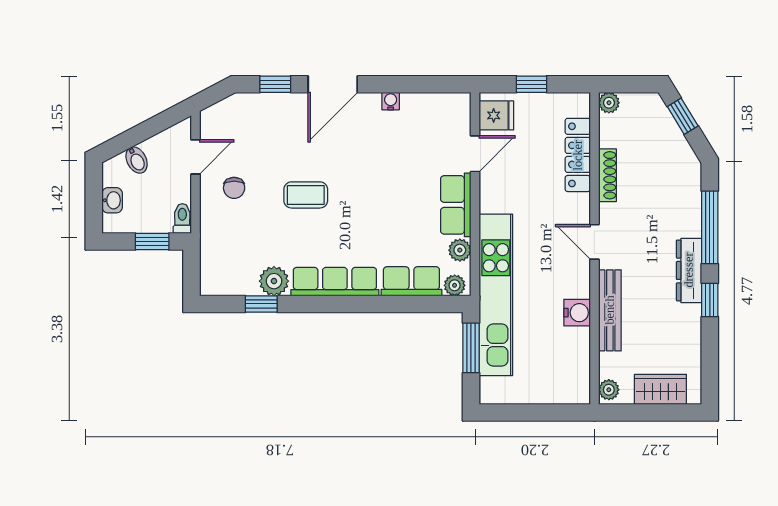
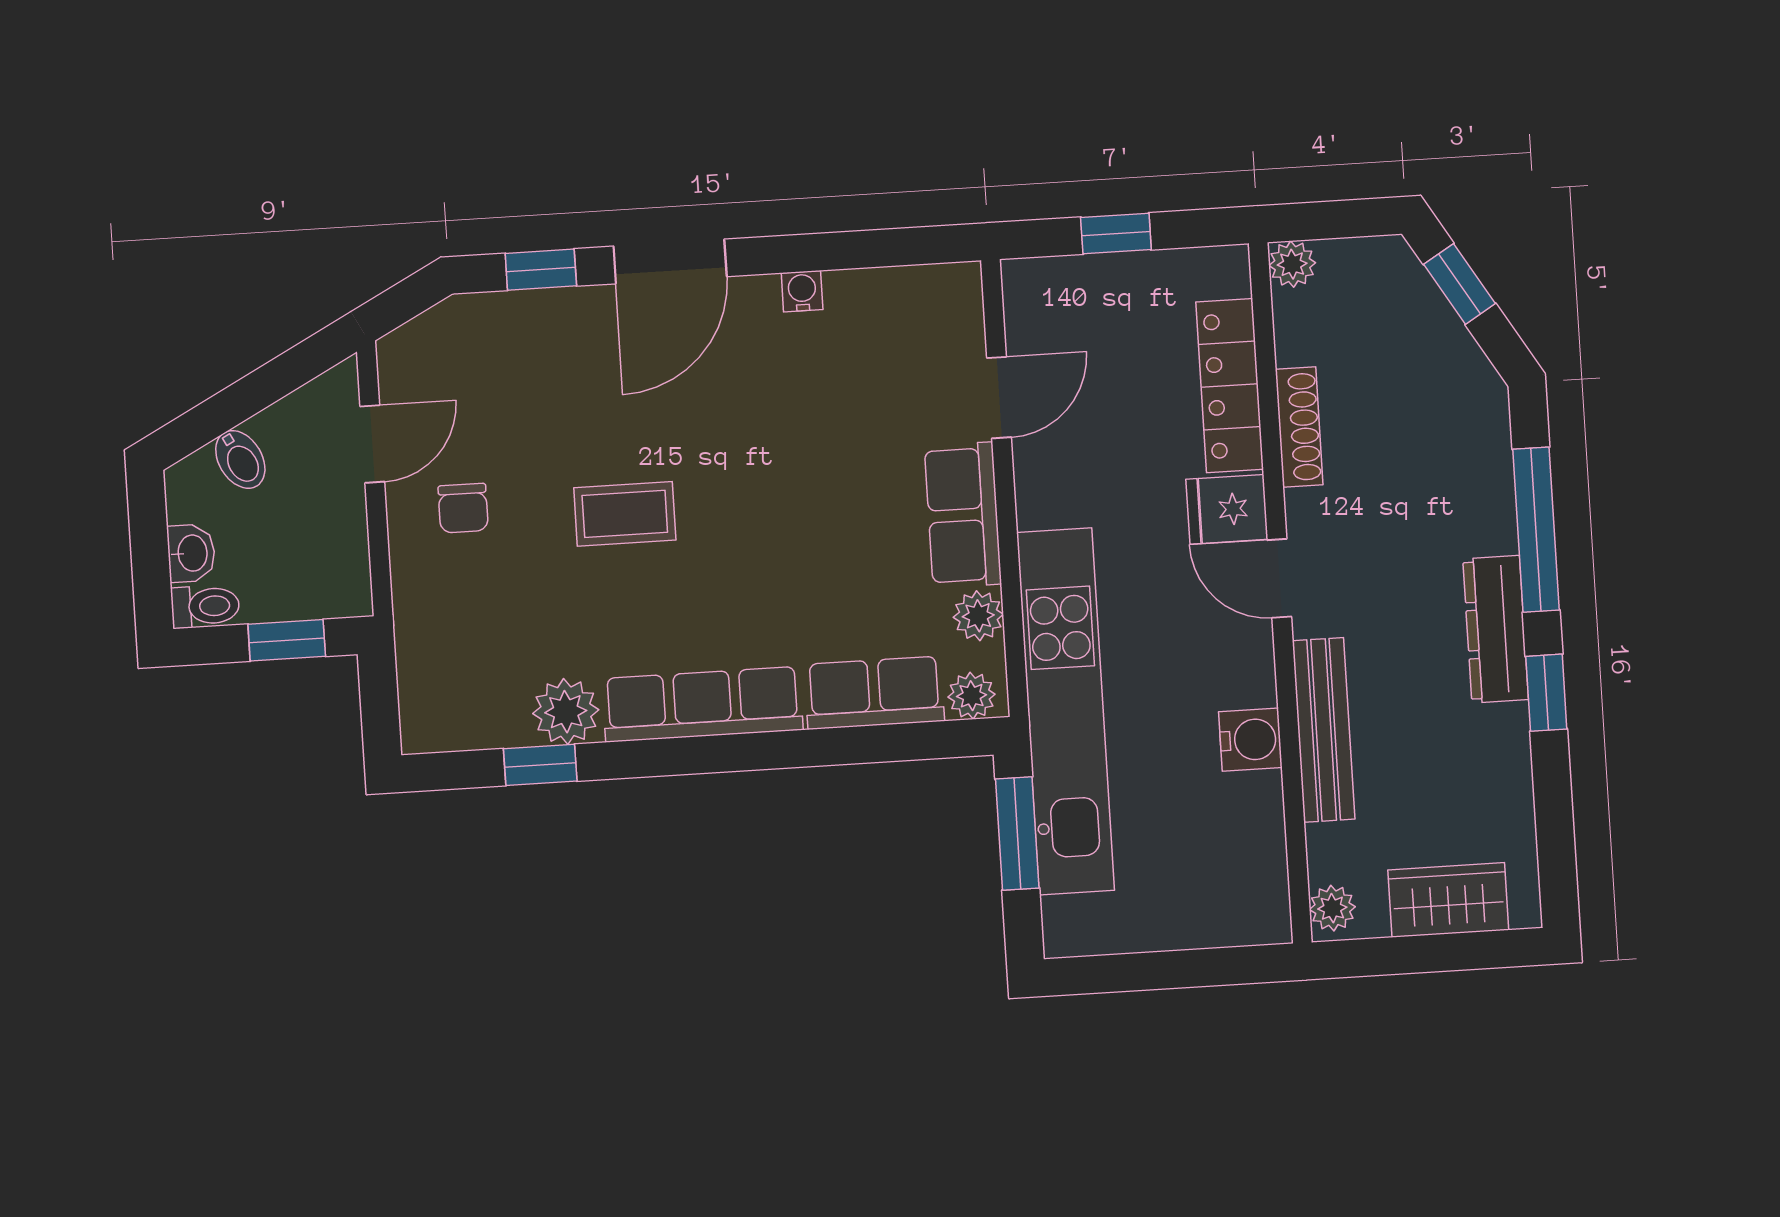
fridge: (496, 115) -> (1227, 509), moved, turned 180
toilet: (182, 218) -> (205, 606), moved, turned 90

